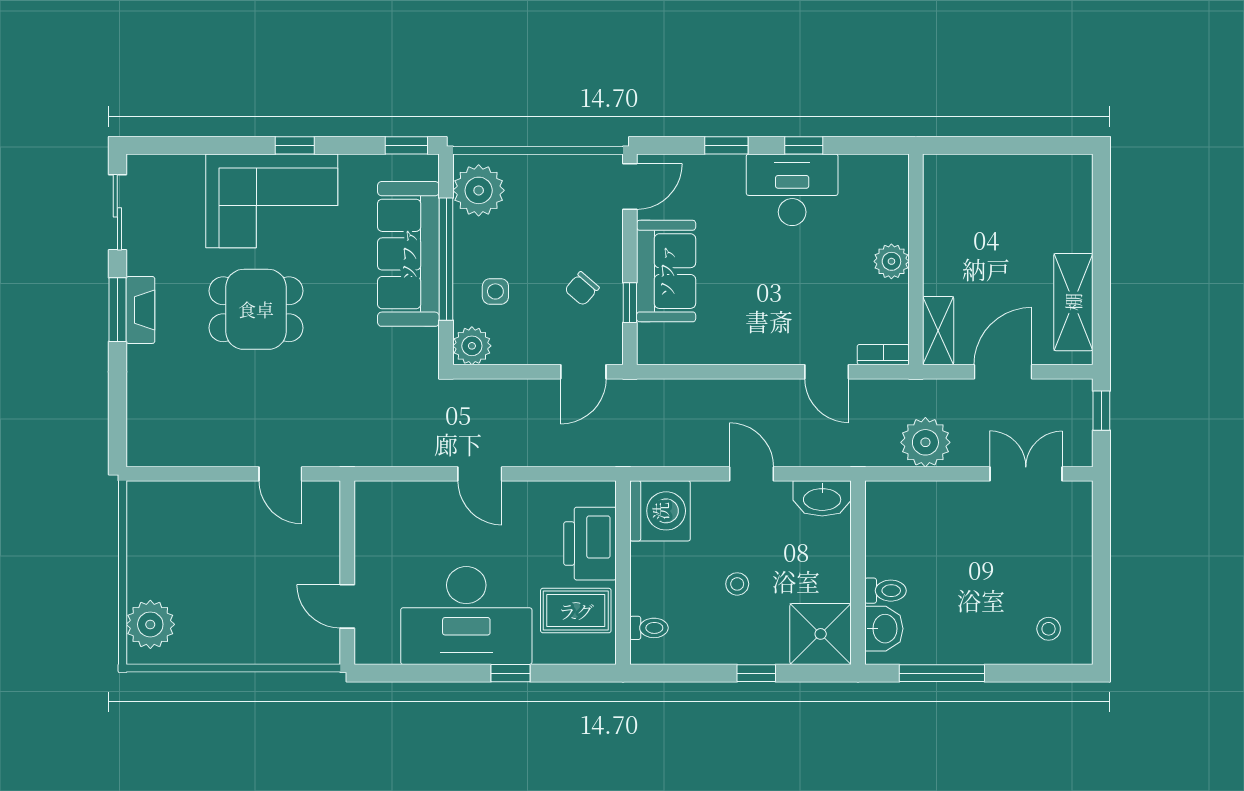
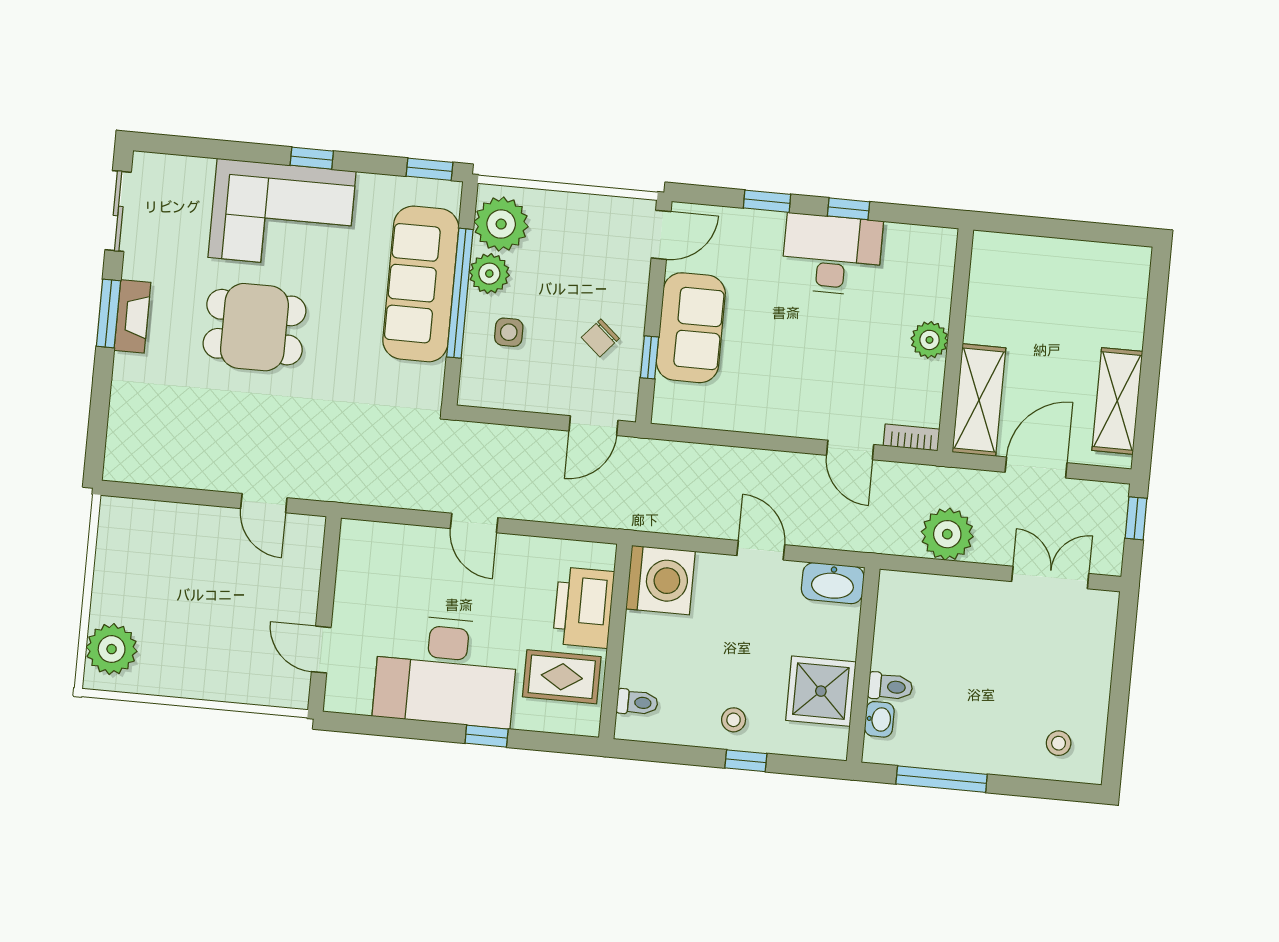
shelving: (938, 331) -> (979, 400), width x1.50, depth x1.33
plant: (472, 346) -> (489, 274), moved
stool: (737, 584) -> (734, 720), moved
washbasin: (884, 629) -> (879, 719), width x0.72, depth x0.69
shower: (821, 634) -> (821, 691), moved

